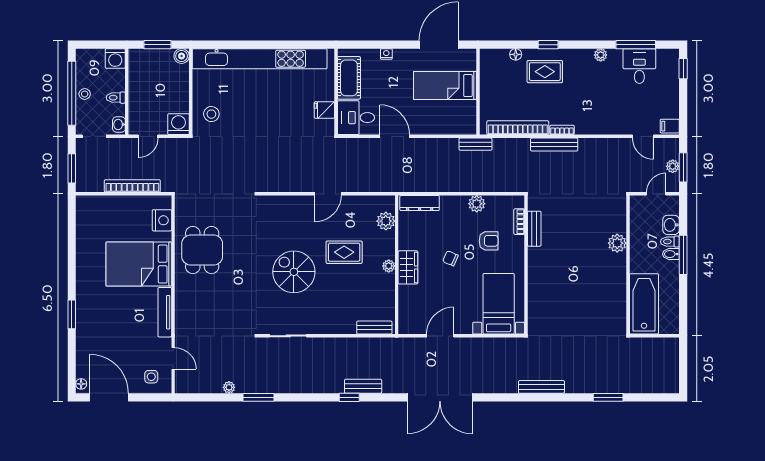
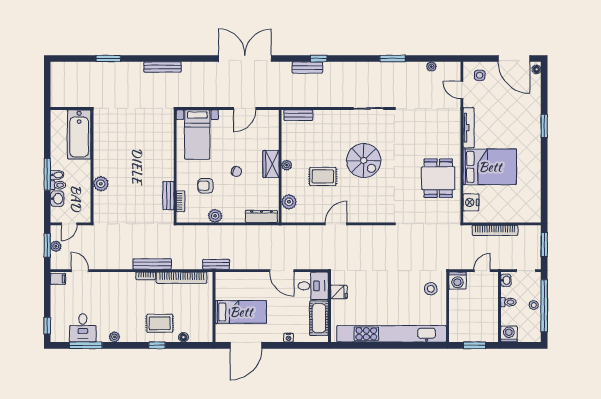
boiler: (182, 56) -> (455, 336), removed
plant: (229, 387) -> (431, 67), moved

